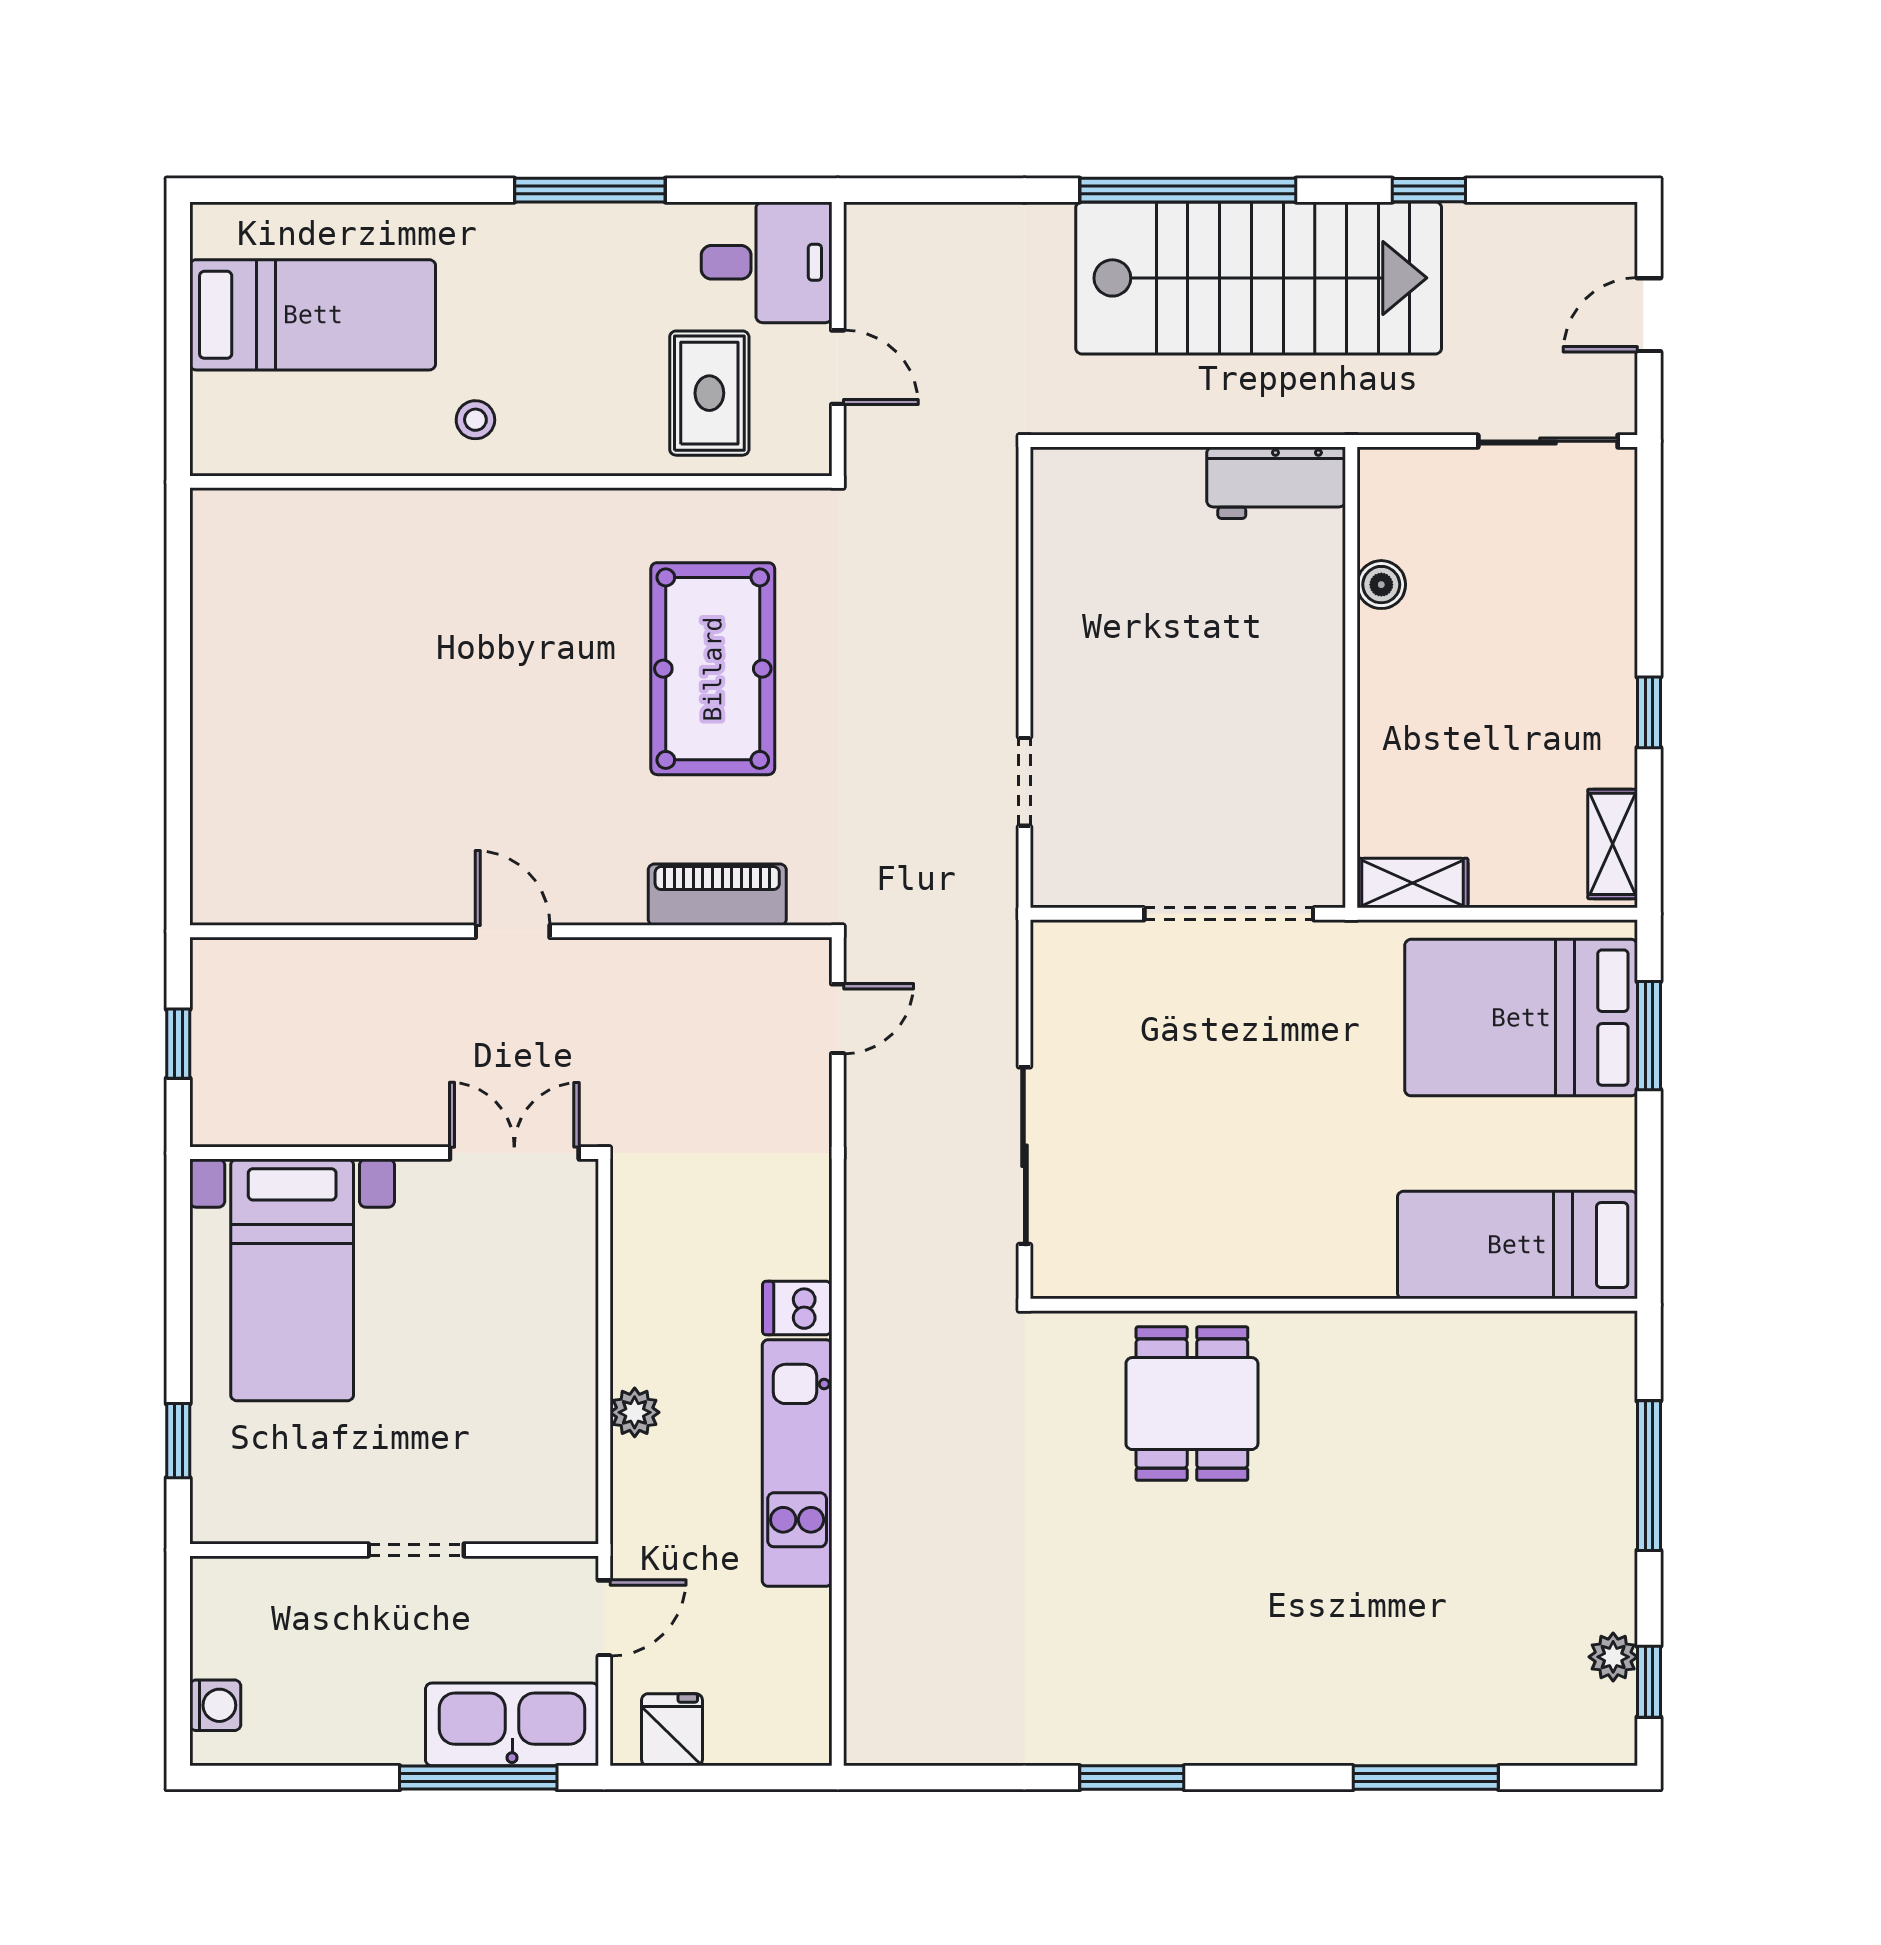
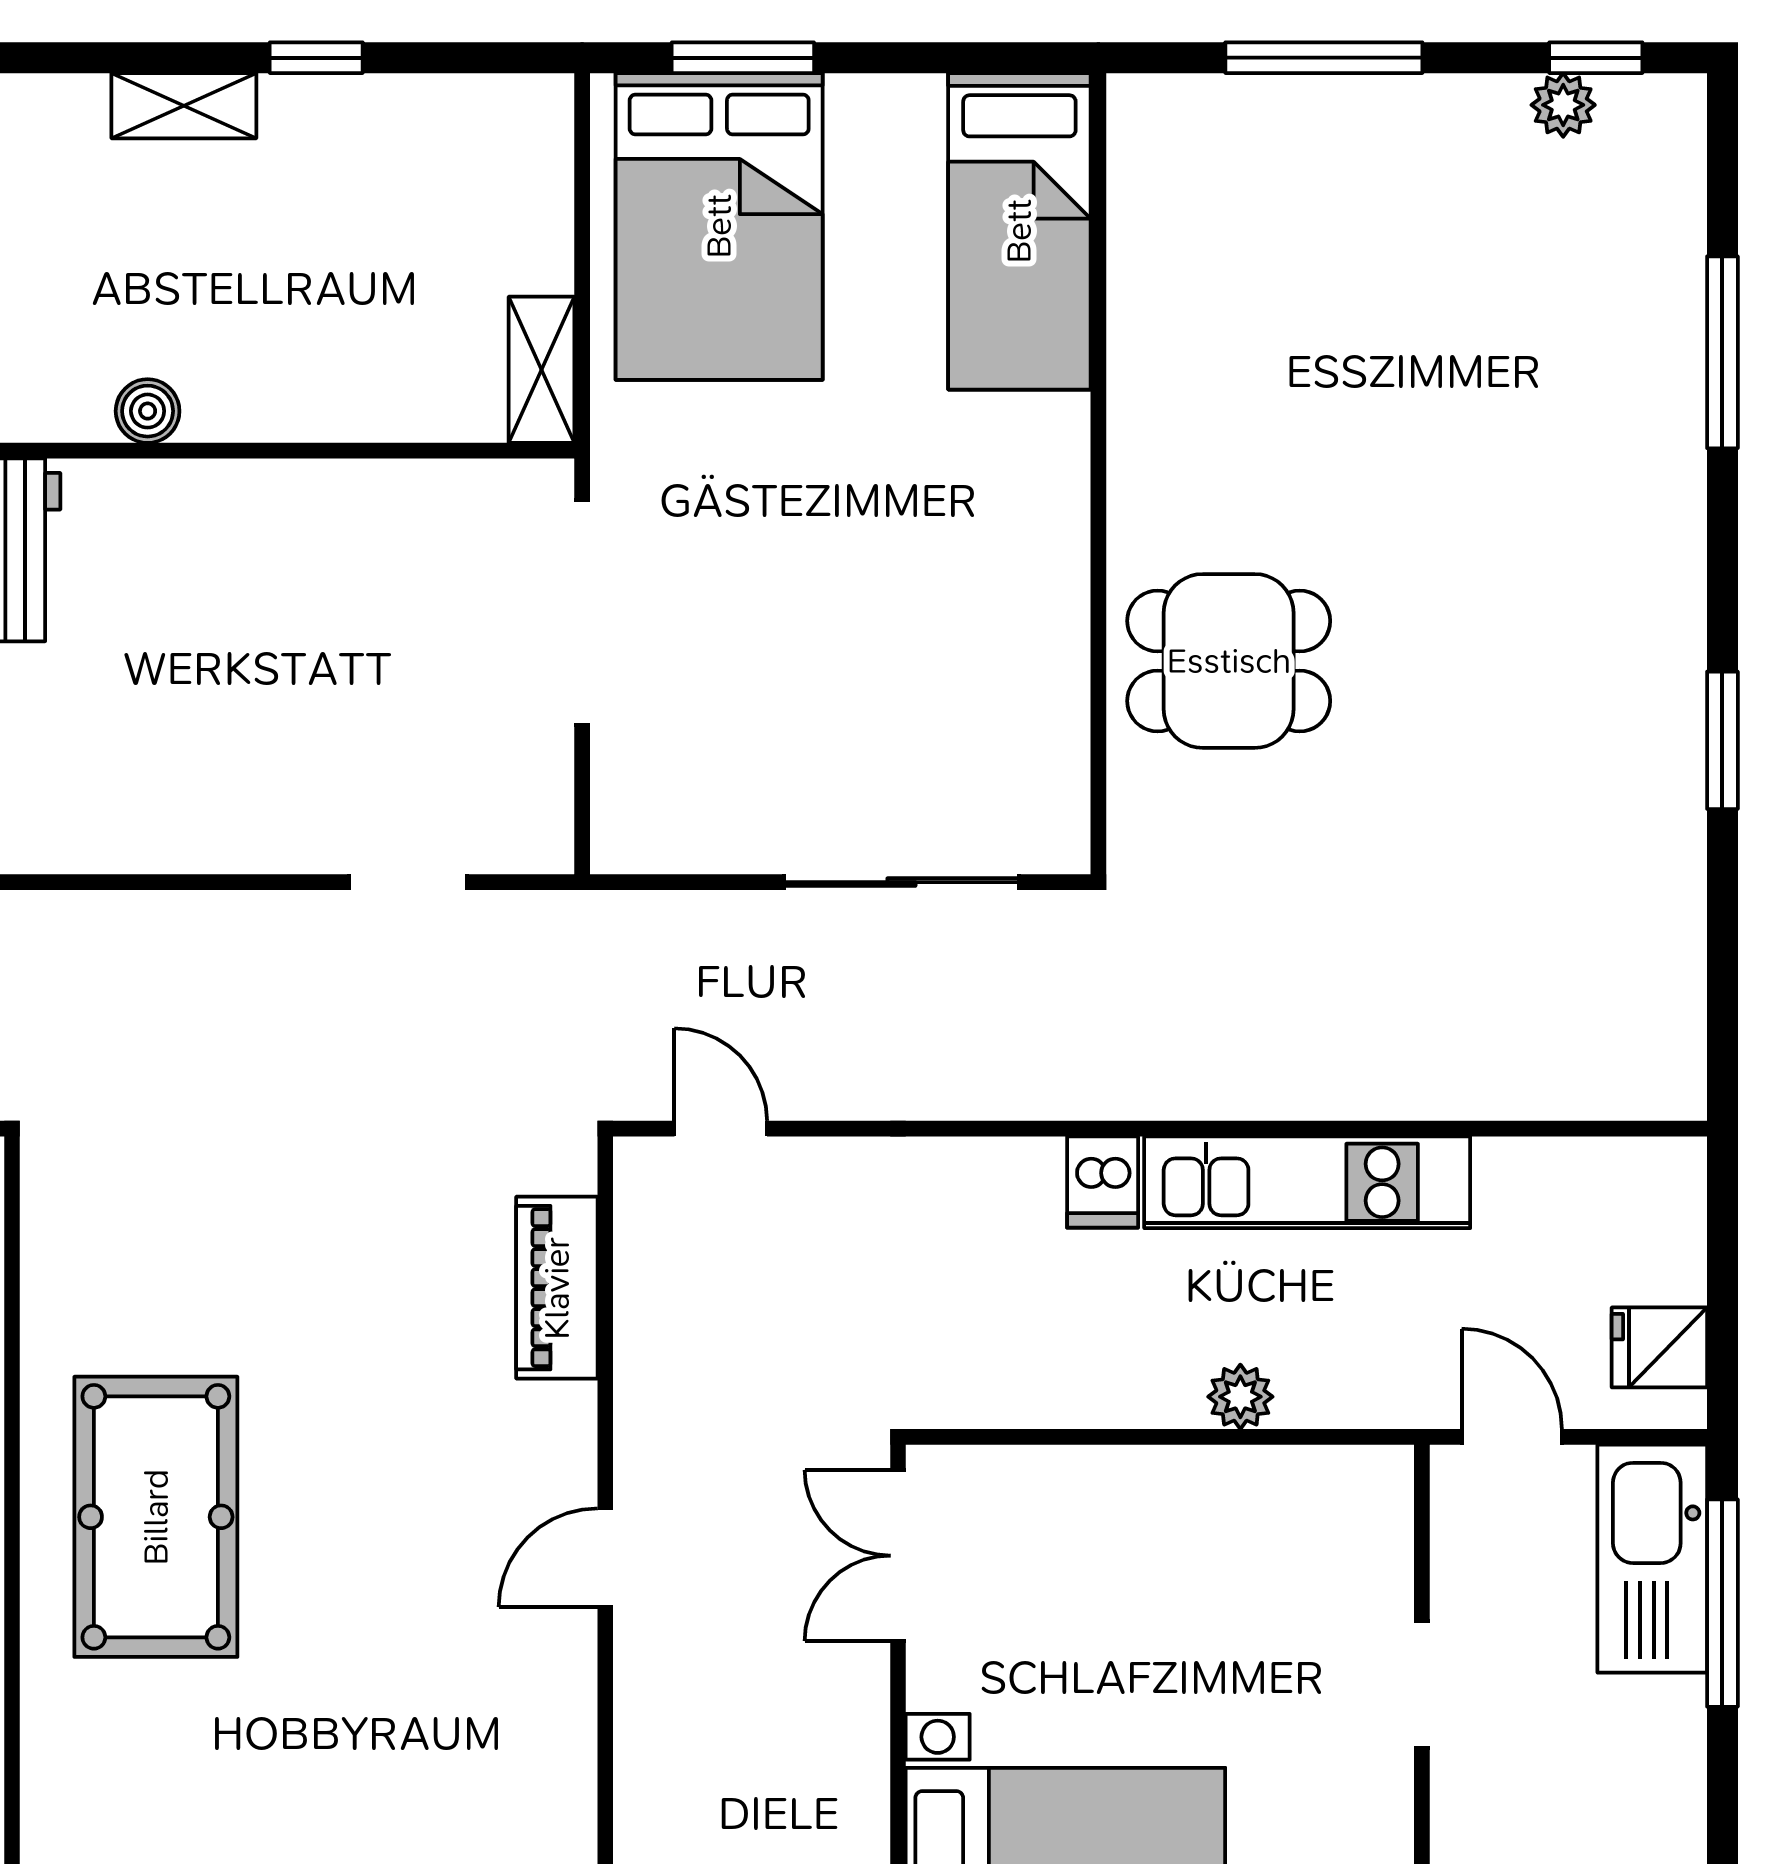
pool table: (713, 669) -> (156, 1517), moved, turned 90
shelving: (1613, 844) -> (184, 106), moved

